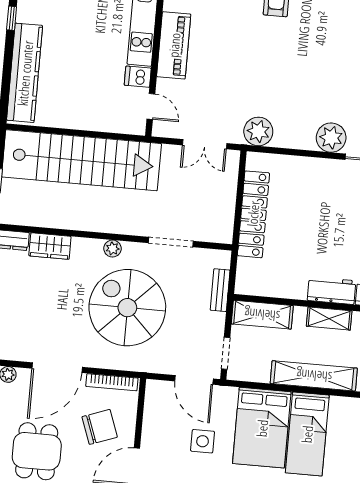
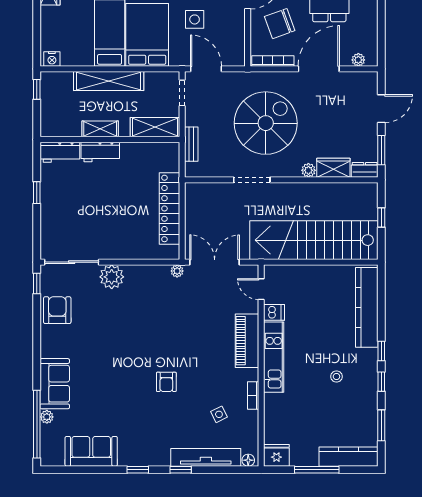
plant: (258, 131) -> (177, 271), width x0.53, depth x0.53
double door: (205, 144) -> (215, 262), width x1.37
doorway: (171, 242) -> (252, 180), moved
plant: (113, 249) -> (308, 170), moved
spiral stairs: (127, 308) -> (266, 123), turned -90

